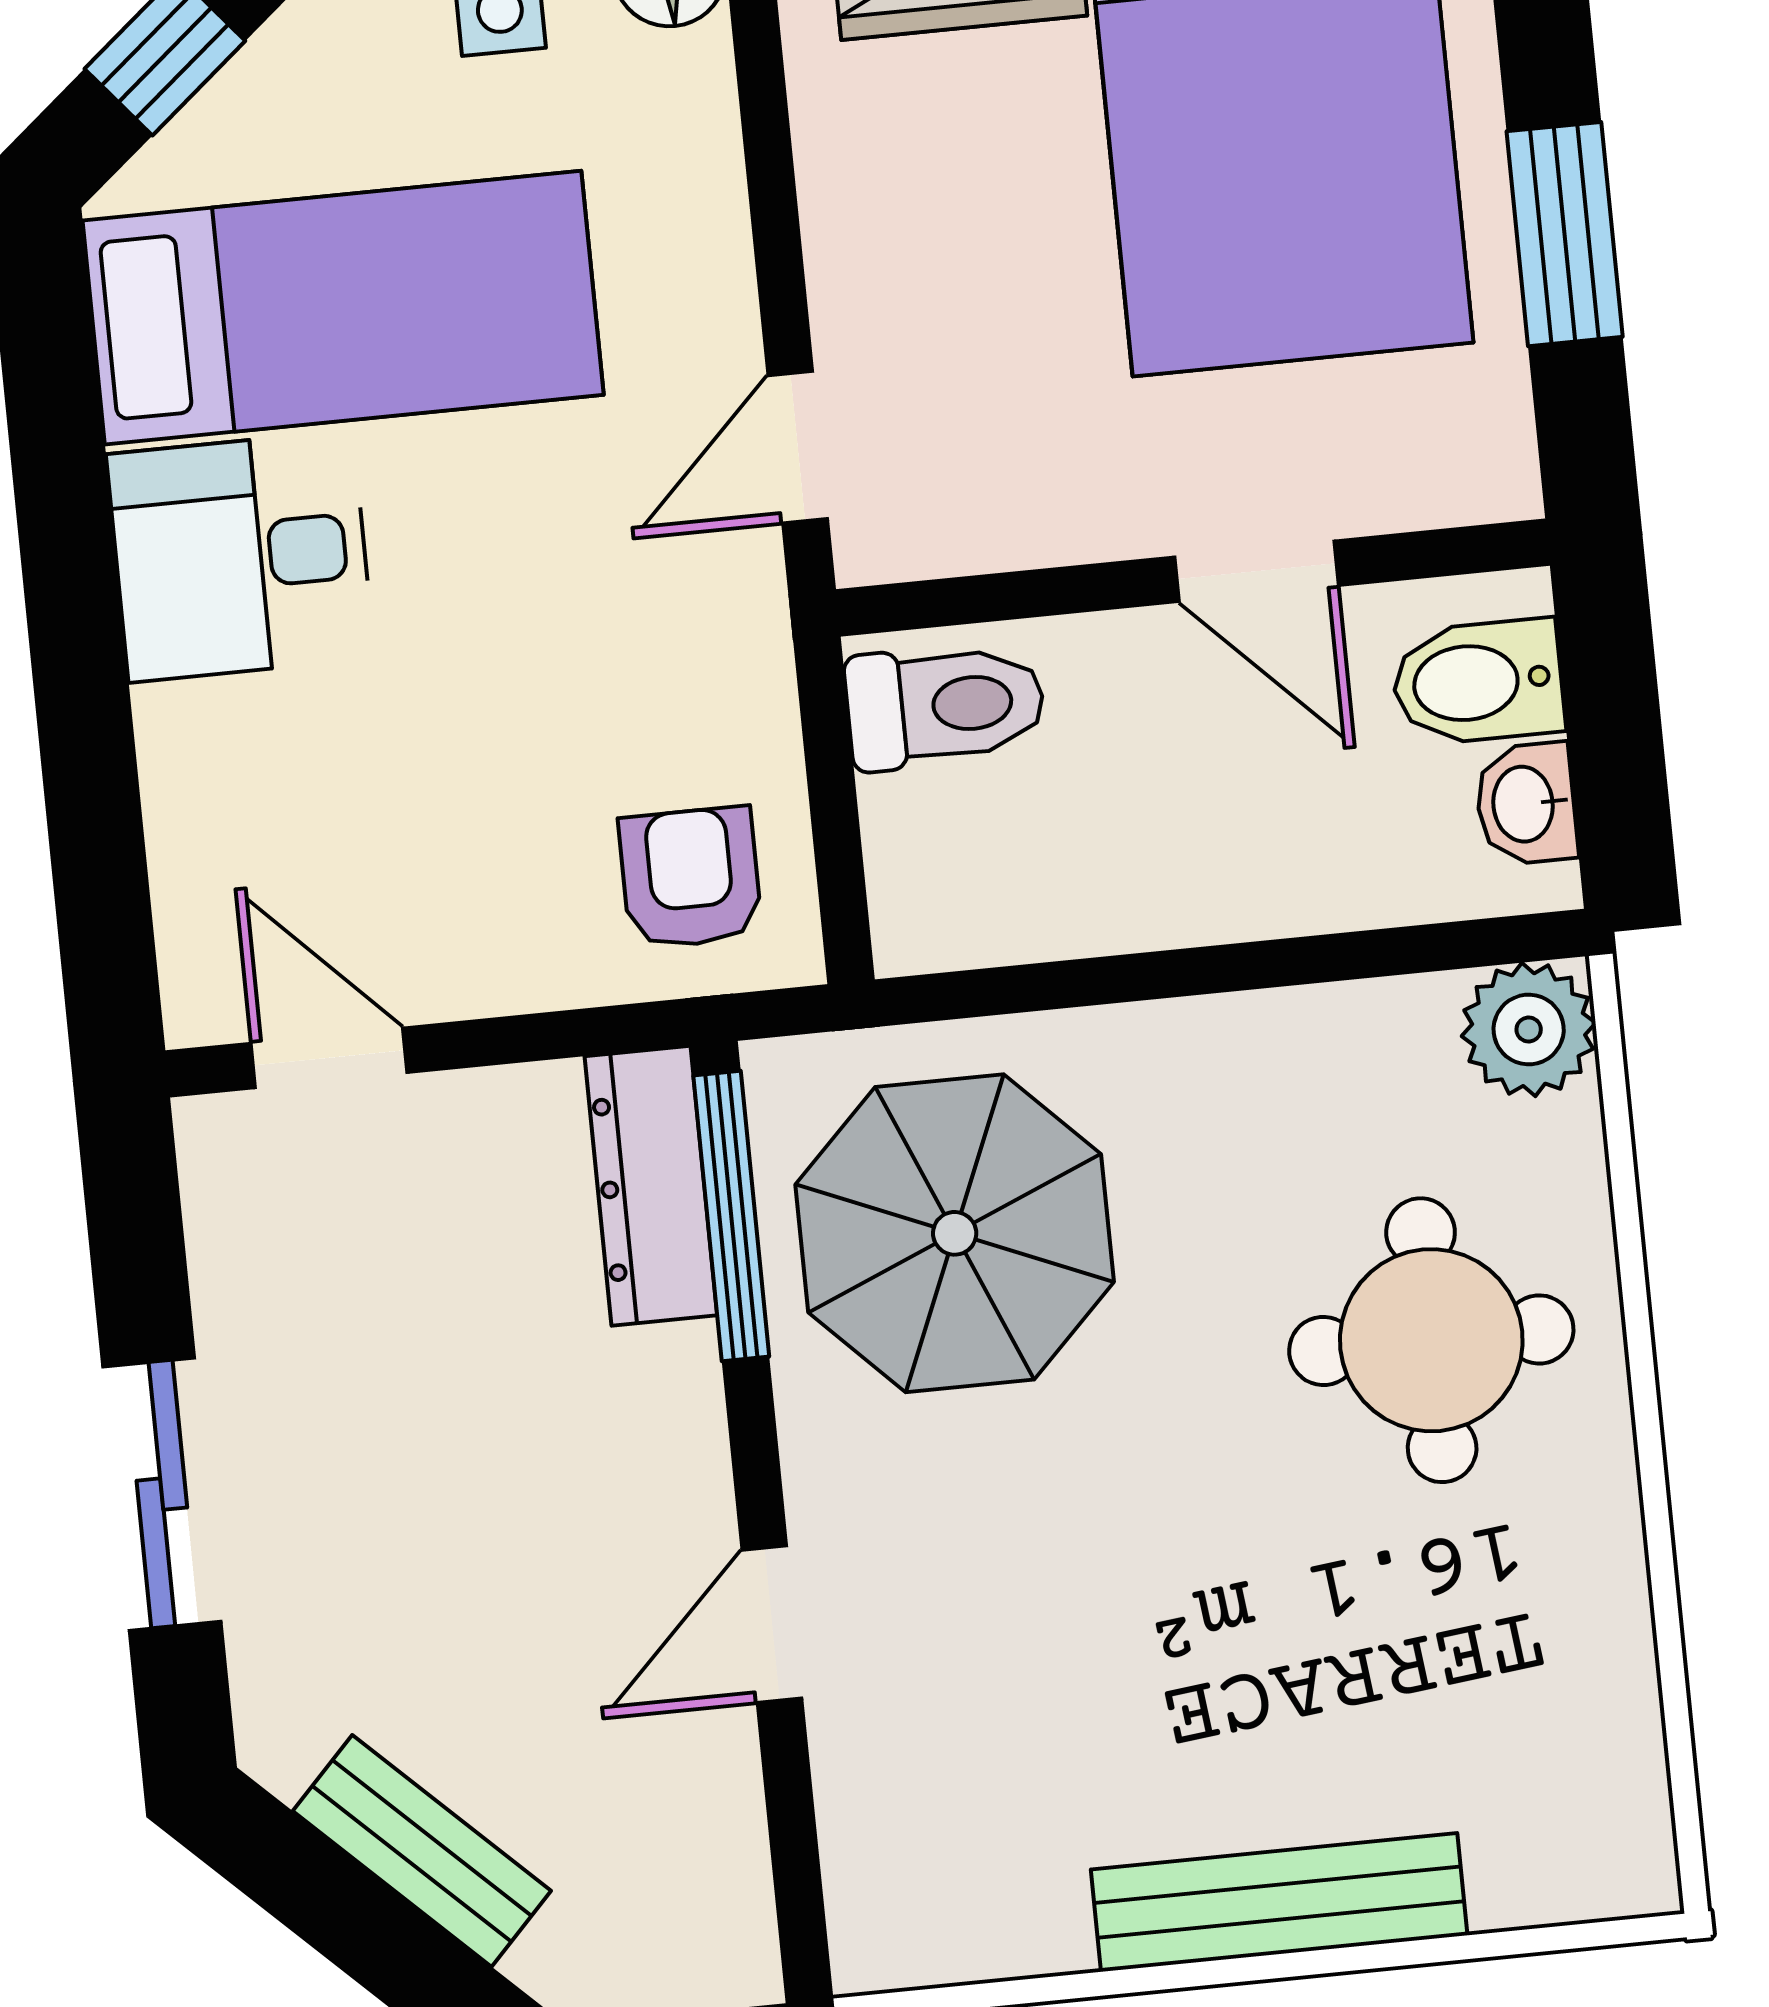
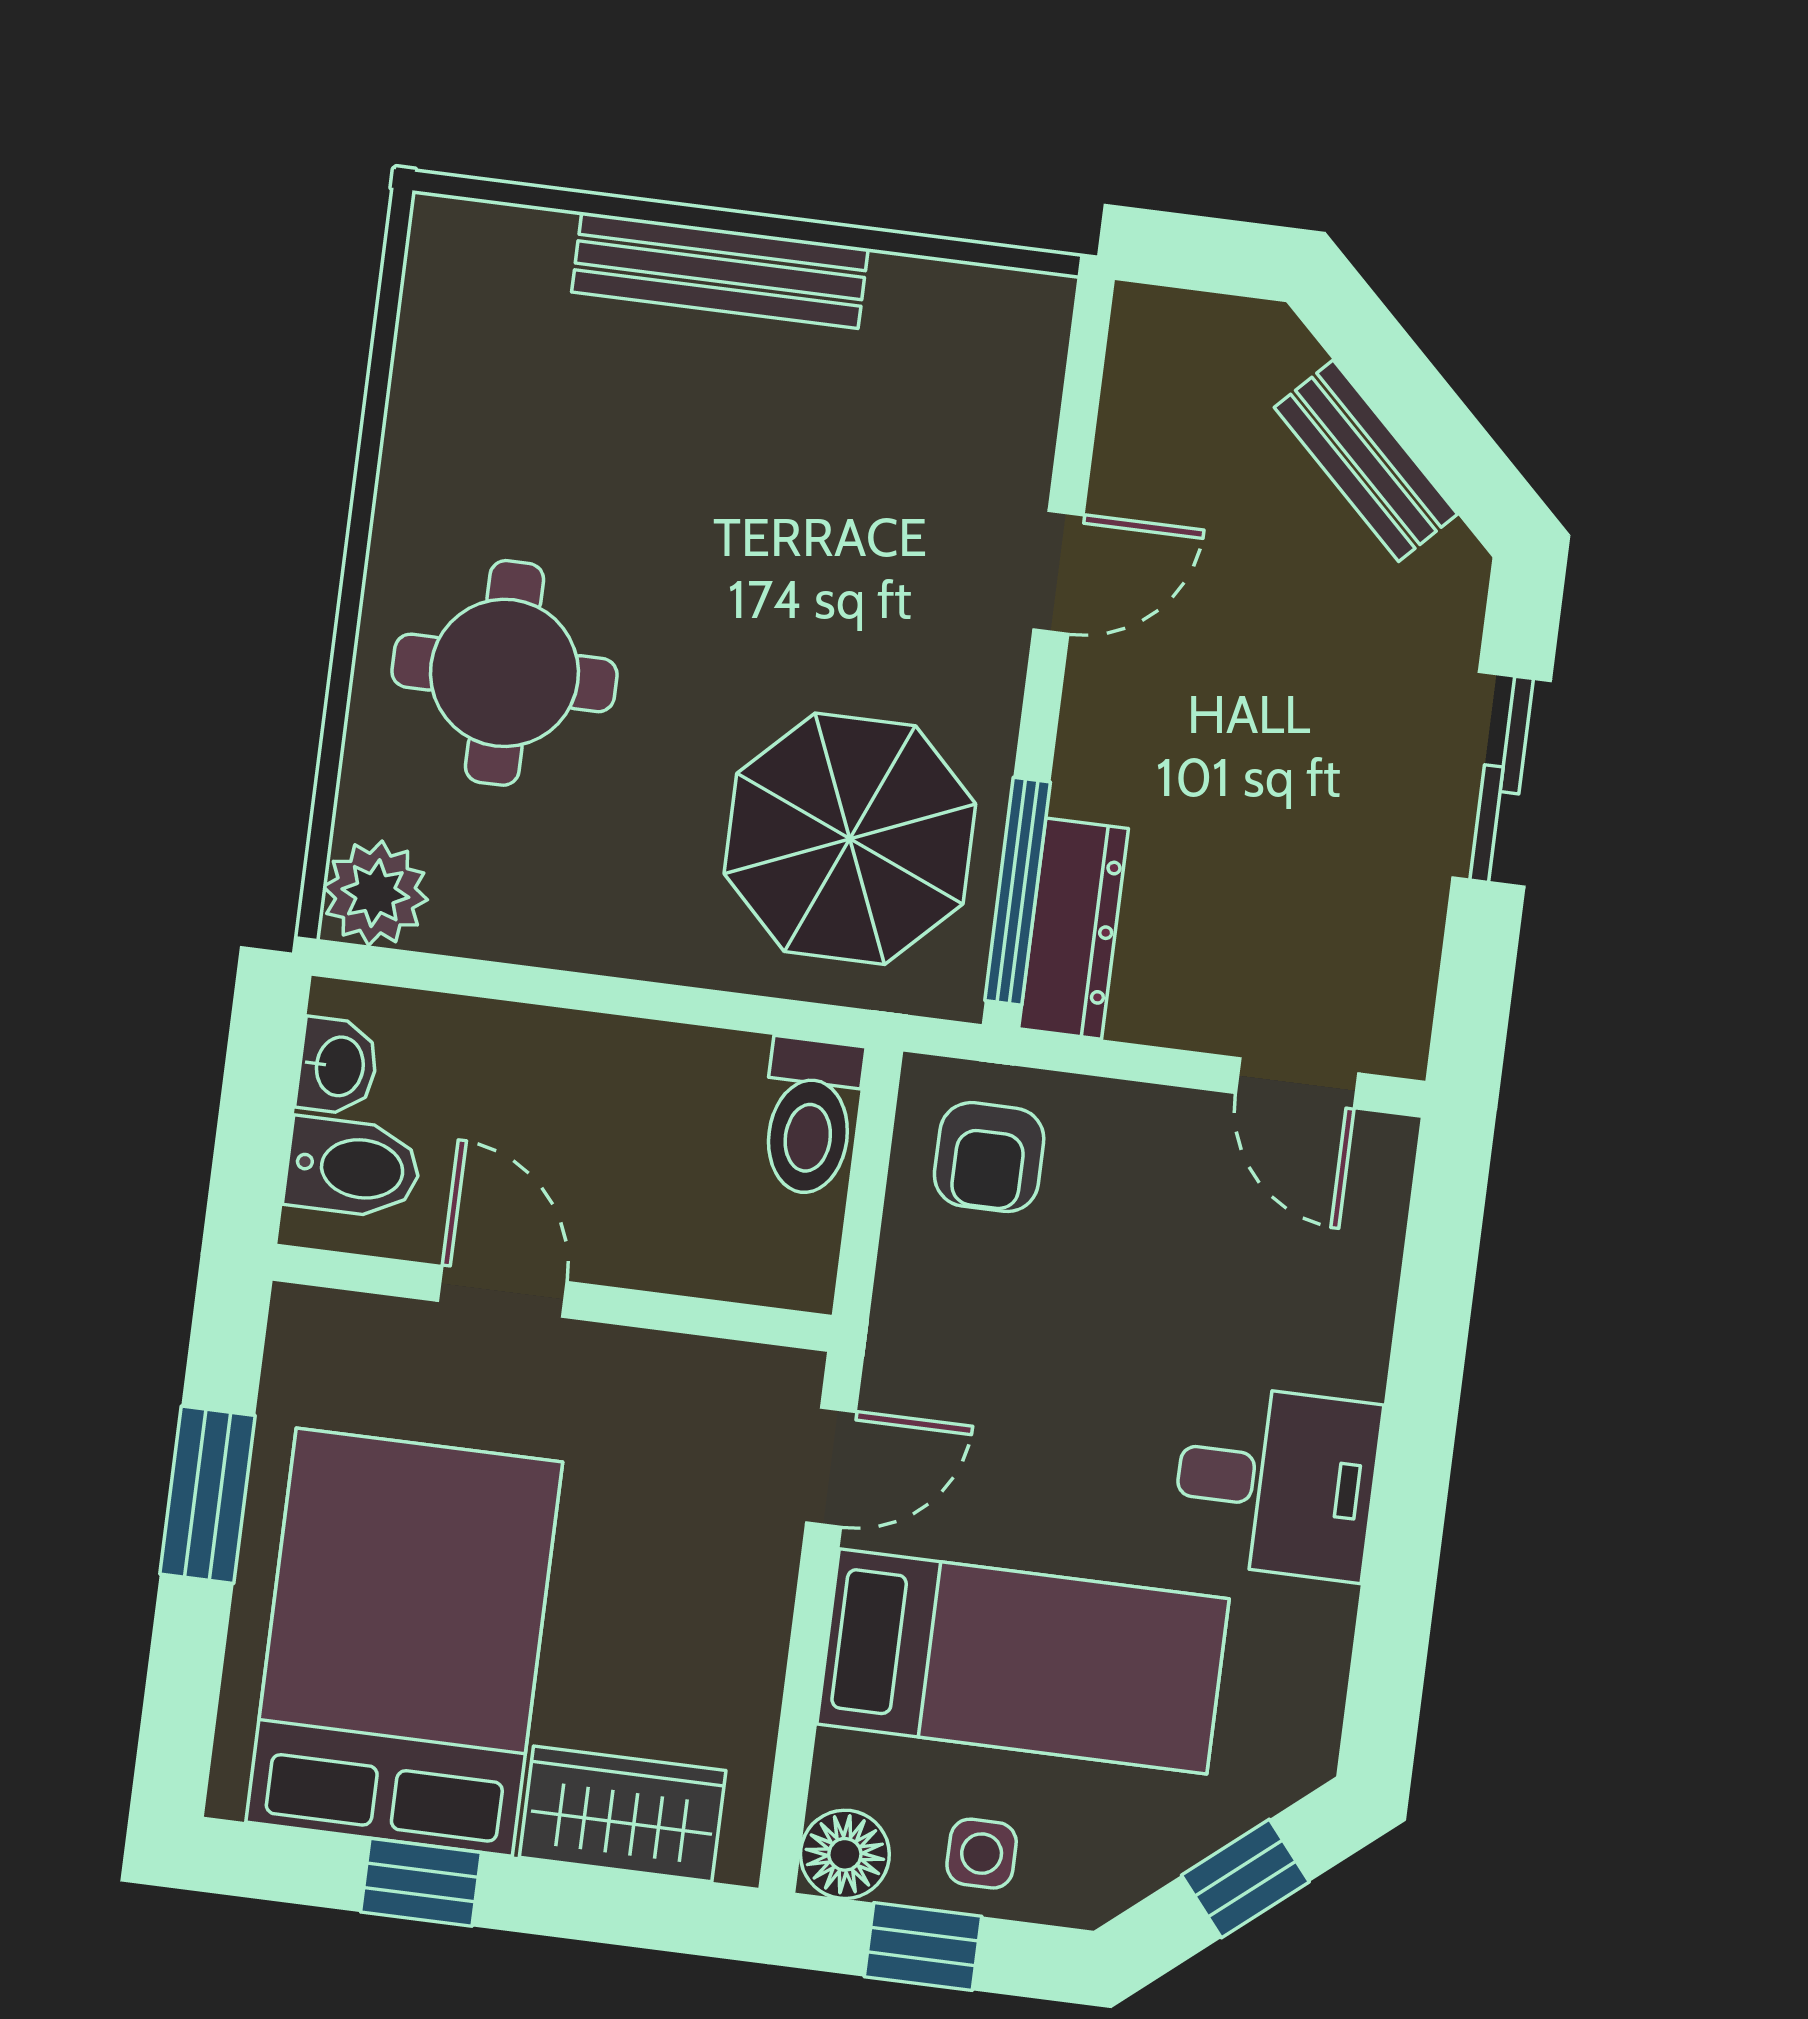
bed: (343, 308) -> (1023, 1661), moved, turned 180
toilet: (945, 706) -> (810, 1117), moved, turned -90

